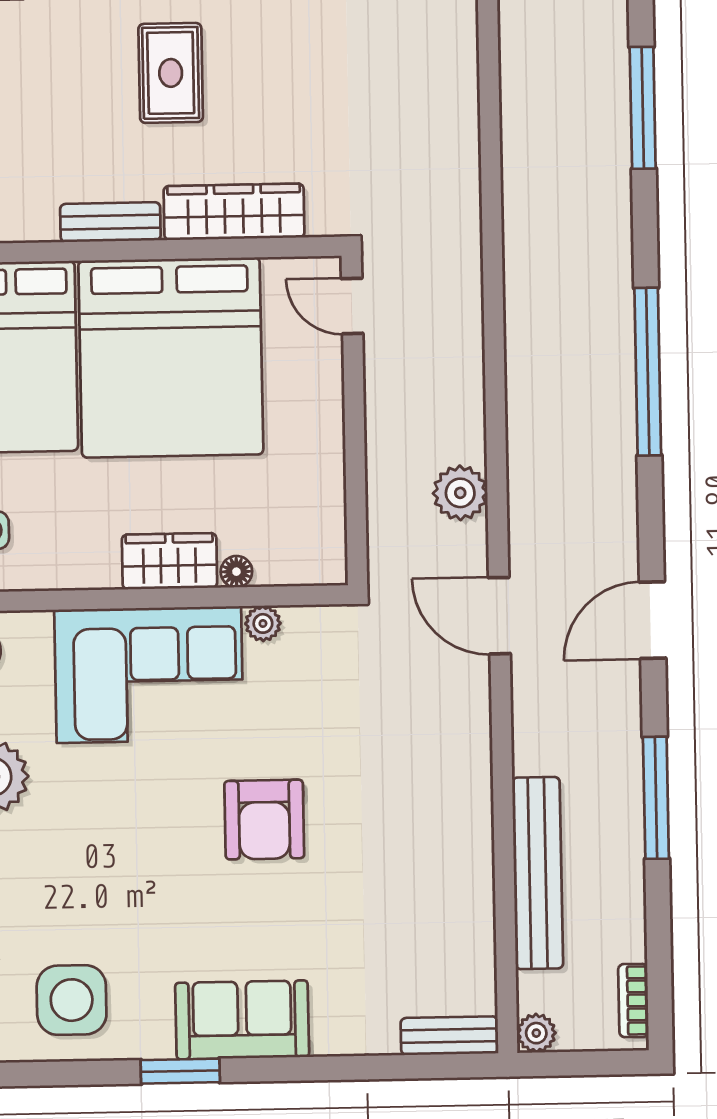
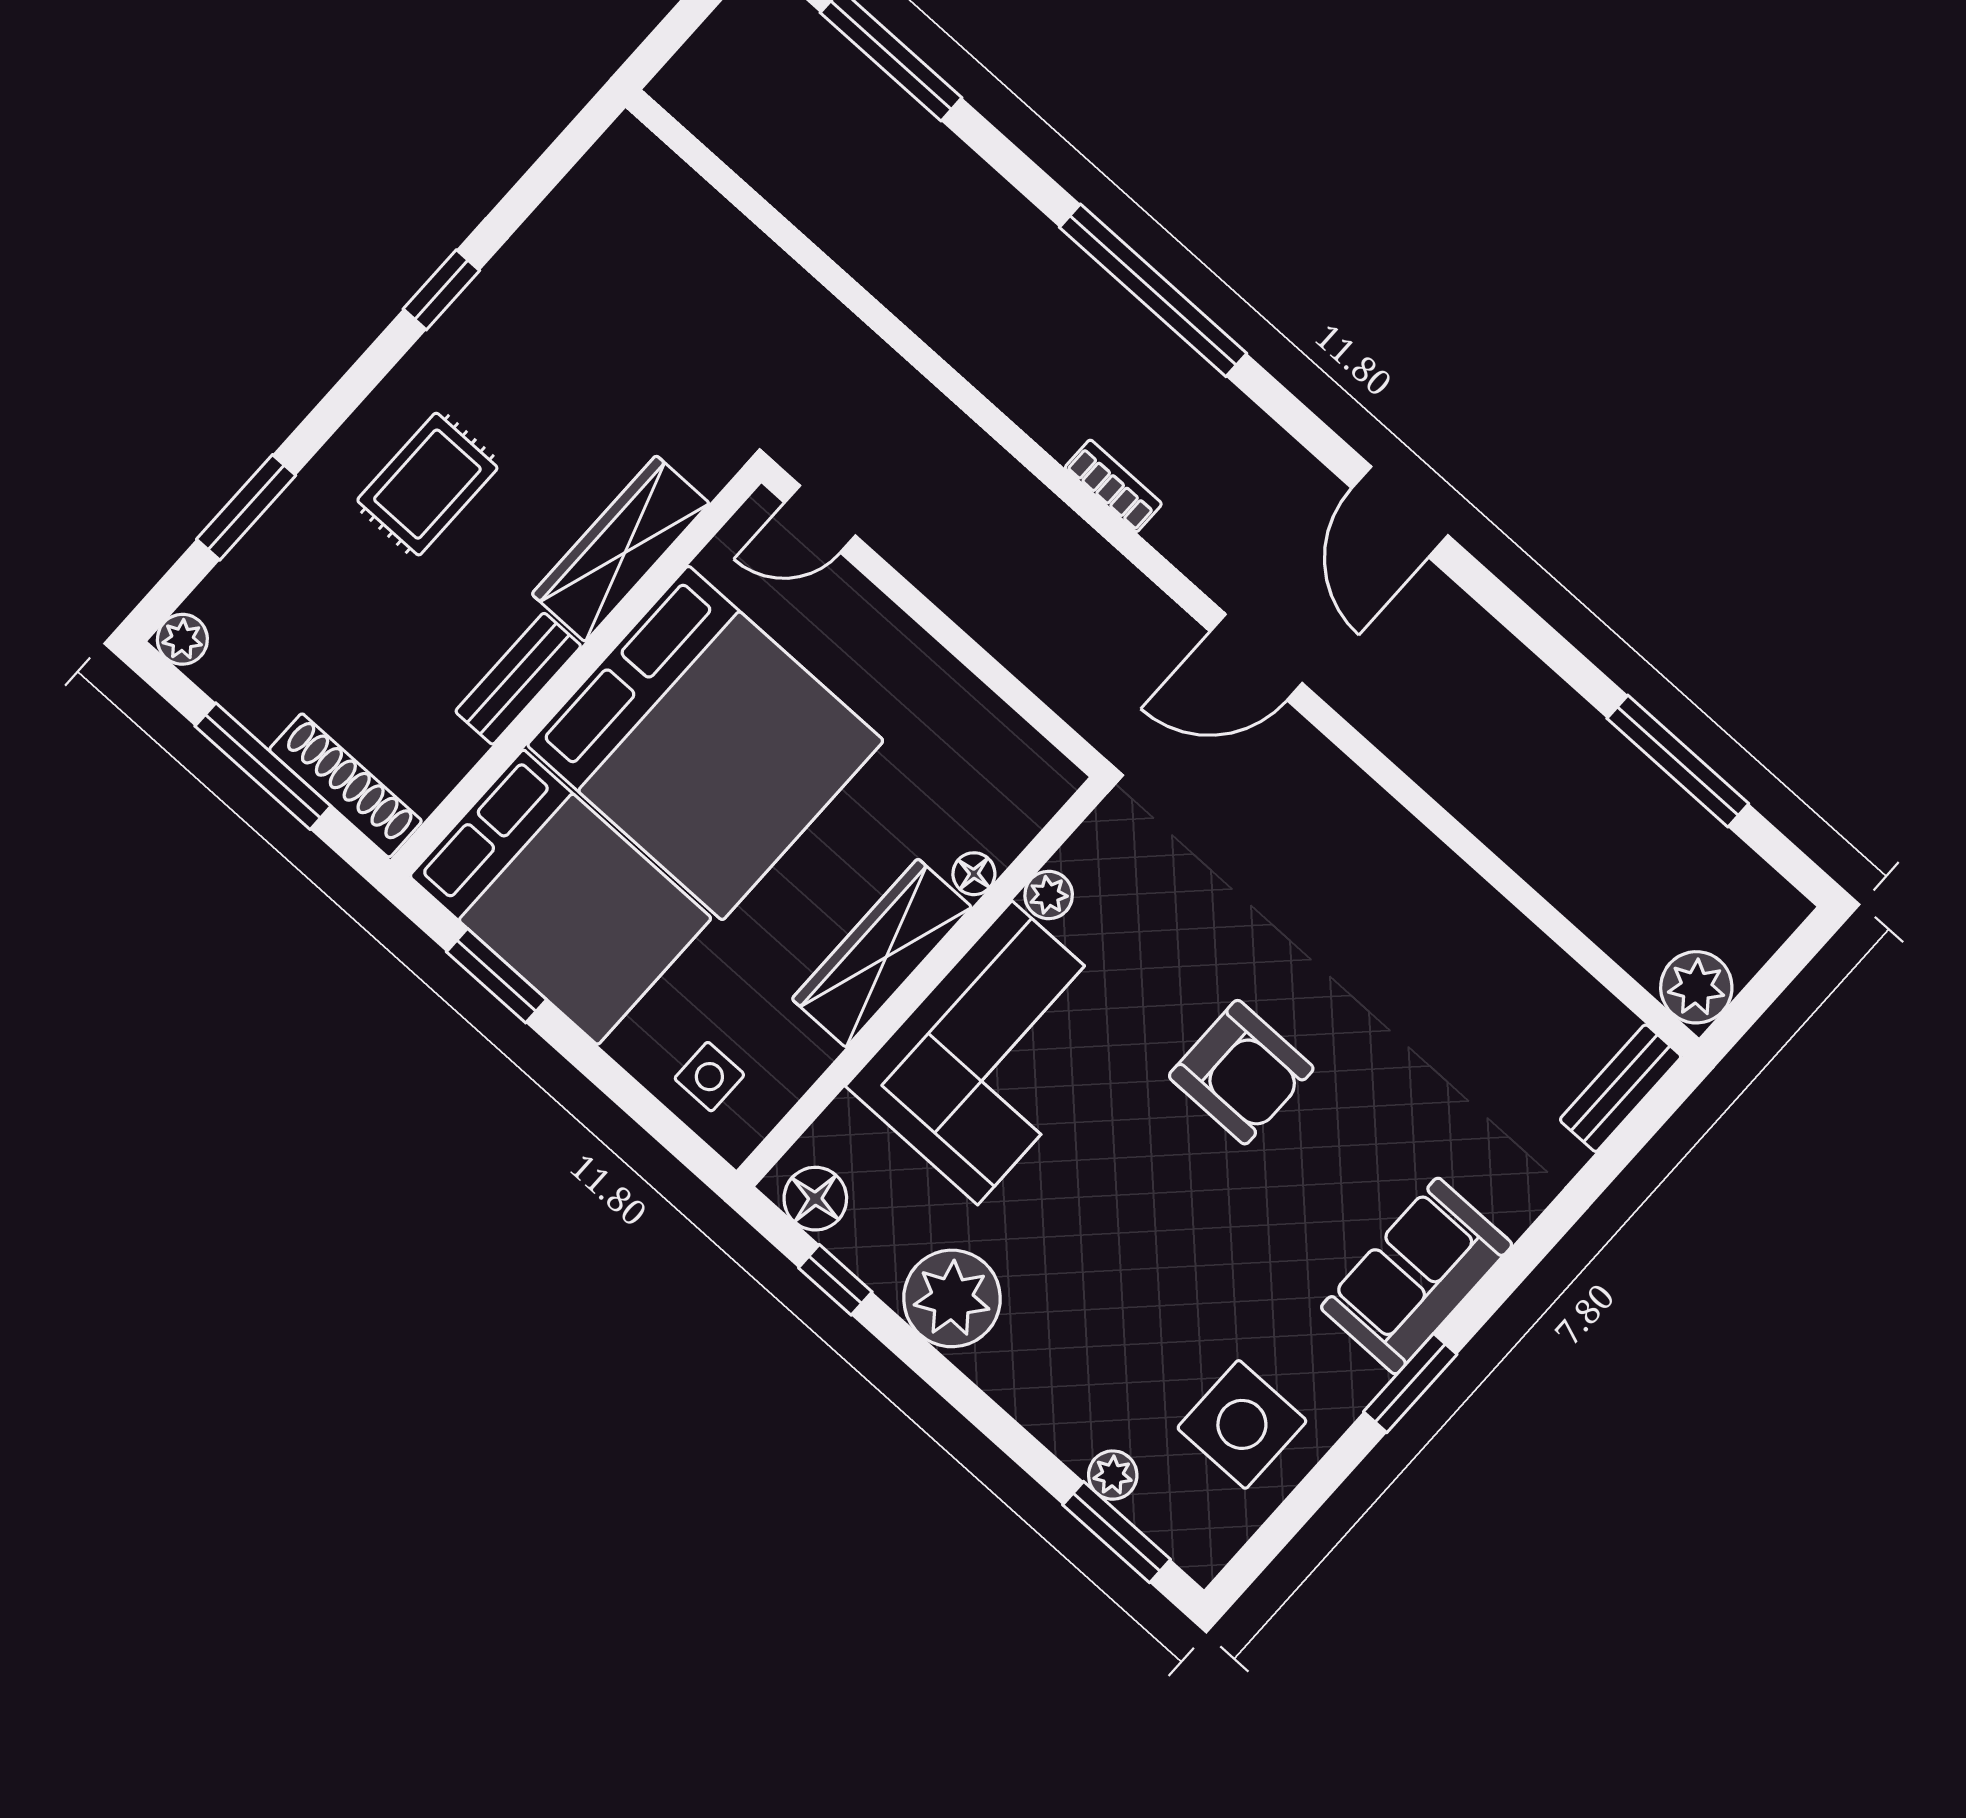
rug: (171, 73) -> (427, 484), turned 90
plant: (460, 493) -> (1101, 584), removed
wardrobe: (169, 561) -> (882, 953), width x1.50
window: (656, 798) -> (1678, 761), moved
bench: (538, 873) -> (1542, 854), removed
bookcase: (633, 1001) -> (1113, 486), moved, turned 180
plant: (536, 1033) -> (1696, 987), width x1.38, depth x1.38

